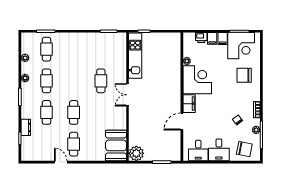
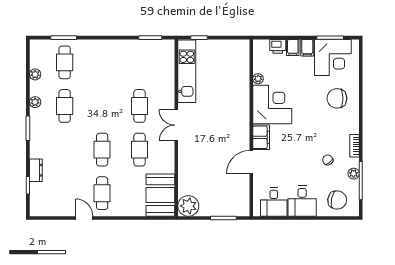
cafe table: (47, 112) -> (139, 150), moved

